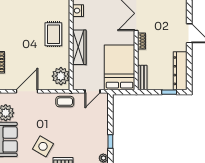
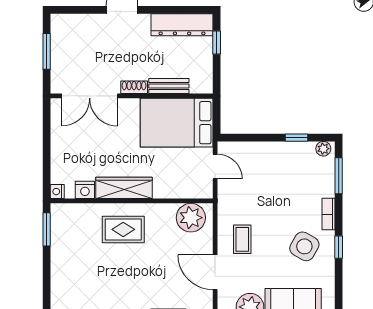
wardrobe: (79, 47) -> (124, 188), moved
bench: (142, 77) -> (169, 86), moved
coffee table: (65, 102) -> (242, 239), moved

